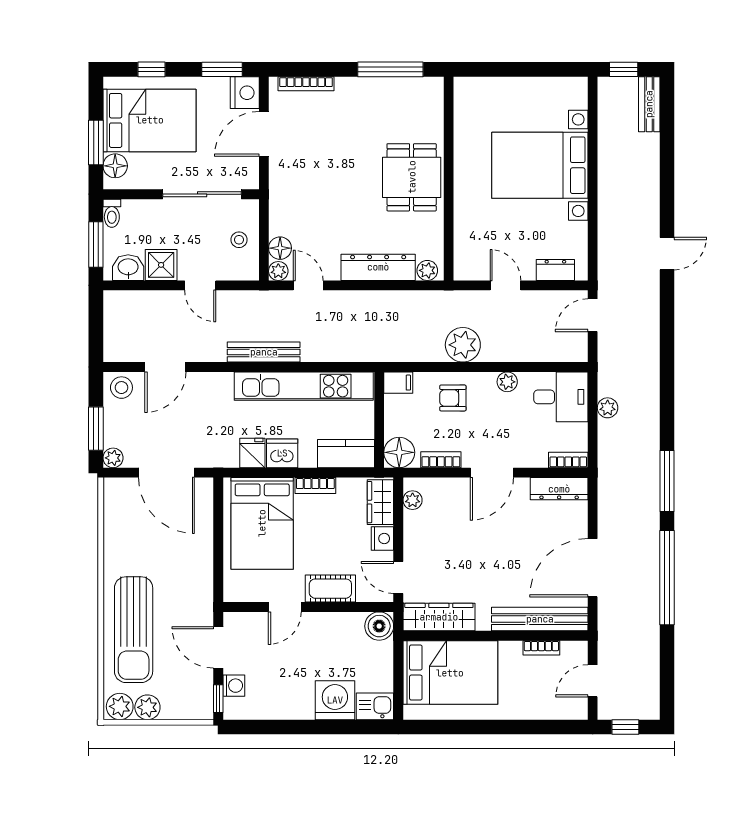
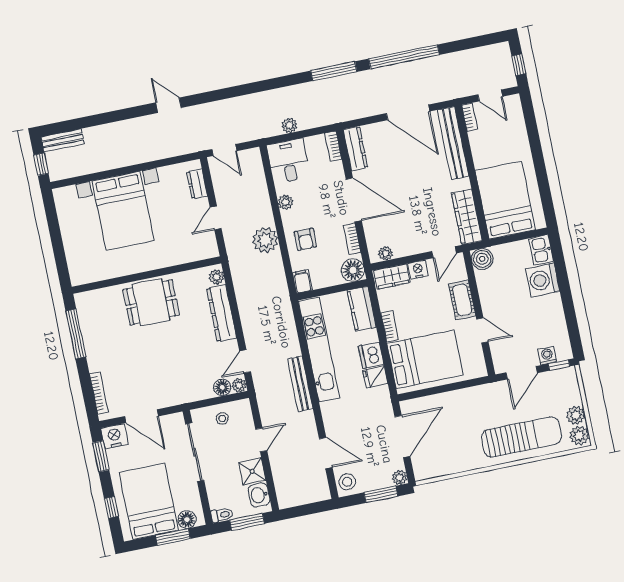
door: (492, 473) -> (354, 200), width x1.36
bookcase: (541, 648) -> (470, 117), moved

